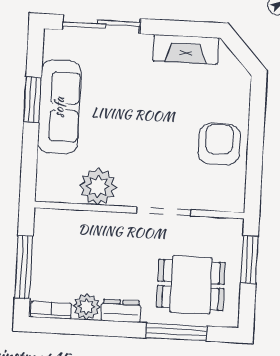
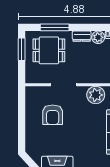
armchair: (219, 144) -> (53, 115), moved
window: (249, 260) -> (22, 49), moved

